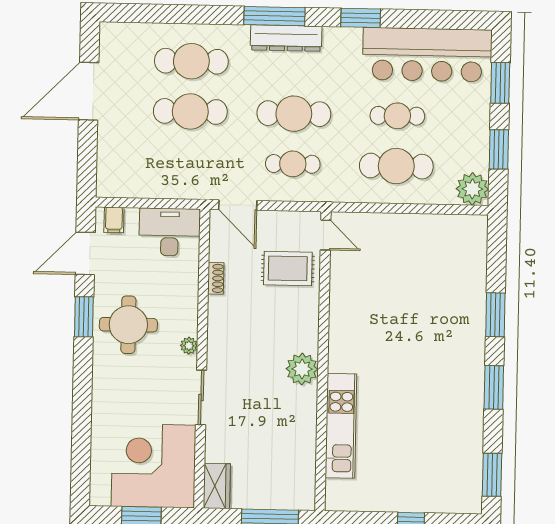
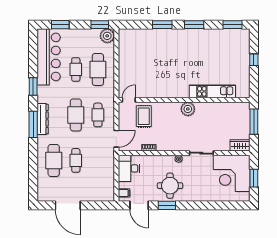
cafe table: (190, 111) -> (76, 160), width x0.73, depth x0.74
window: (499, 149) -> (100, 25), moved

